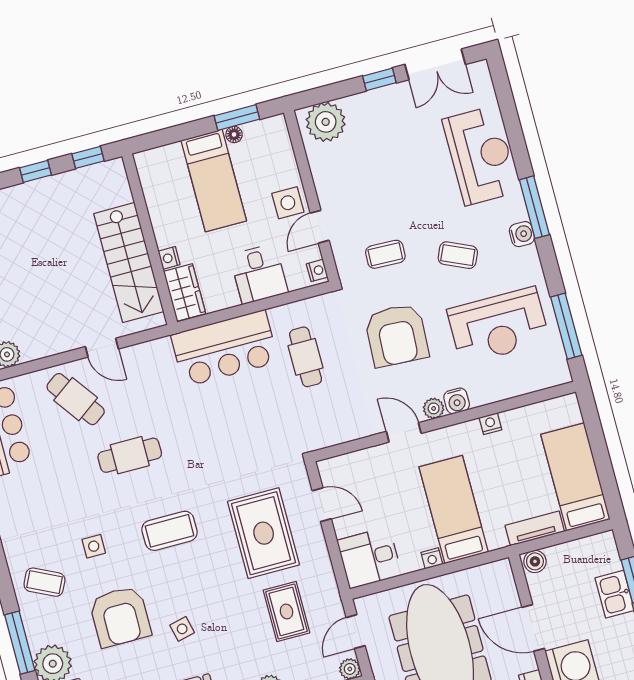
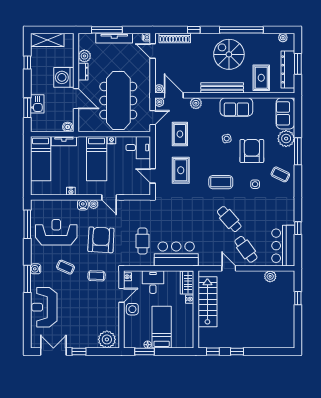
cafe table: (130, 455) -> (229, 219), turned 49
rug: (264, 533) -> (181, 170), width x0.73, depth x0.70

